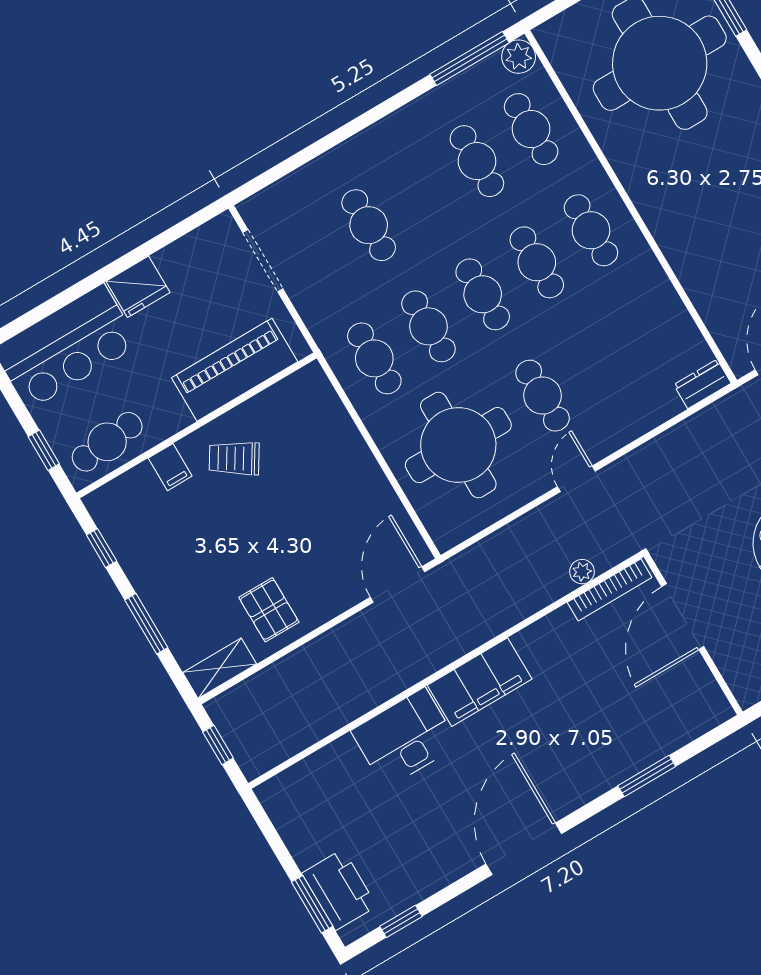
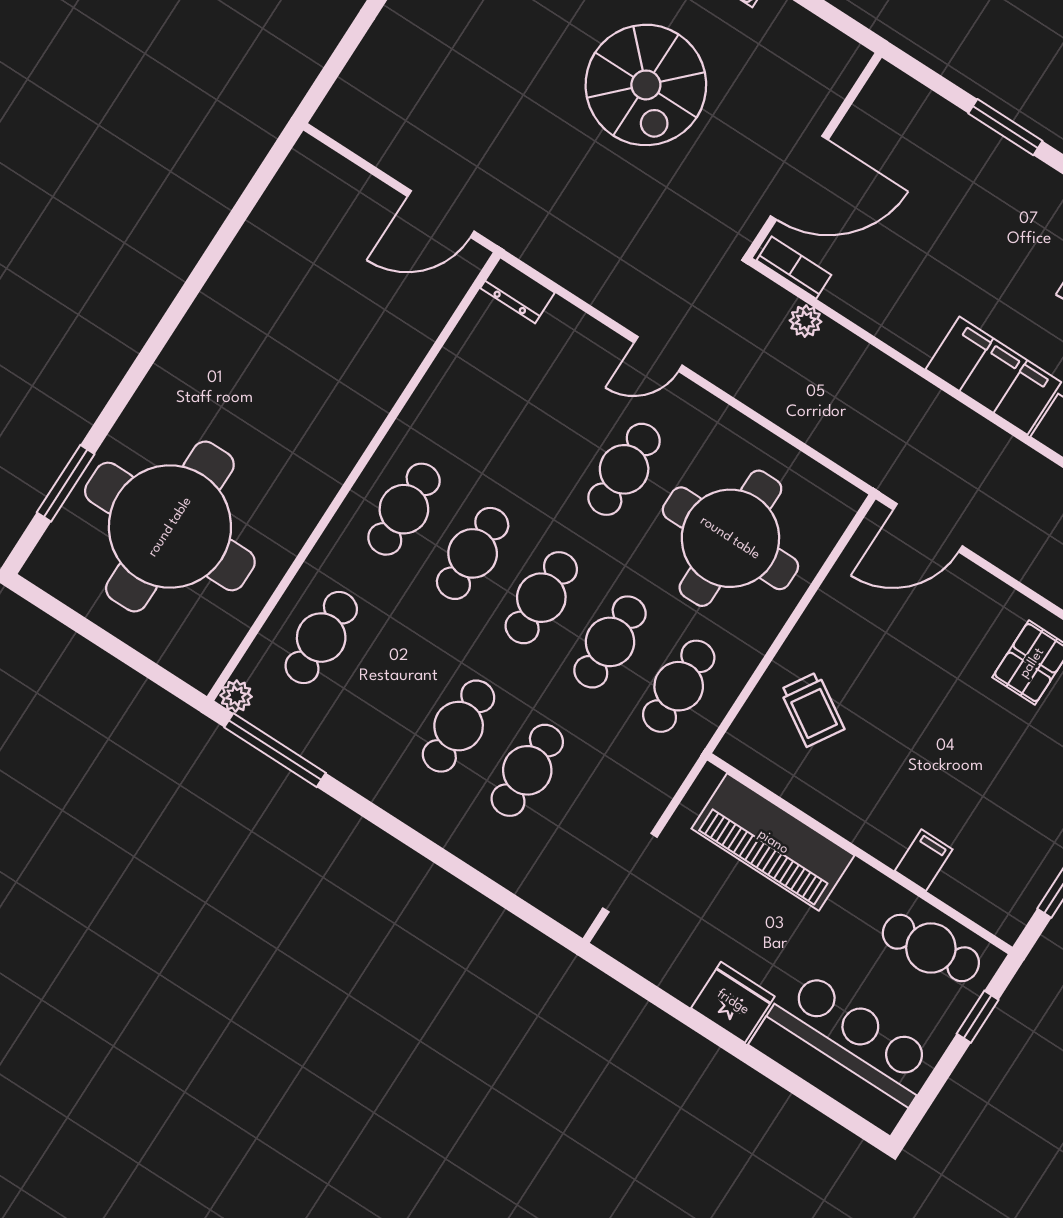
plant: (519, 57) -> (236, 696), width x0.73, depth x0.73
cafe table: (477, 161) -> (459, 726), moved
trolley: (234, 458) -> (812, 709), moved
door: (576, 479) -> (658, 354), moved
bookcase: (610, 590) -> (794, 268), width x0.64

